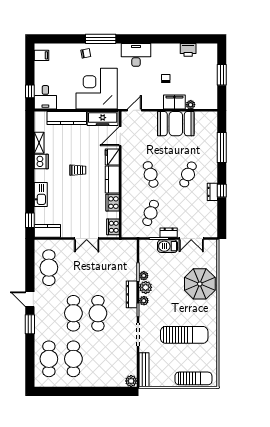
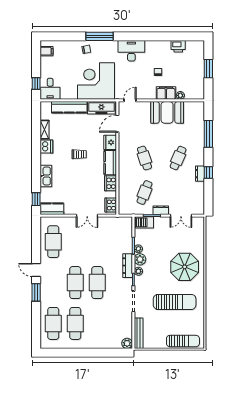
barbecue: (167, 246) -> (144, 222), moved
parasol: (200, 284) -> (185, 267), moved

